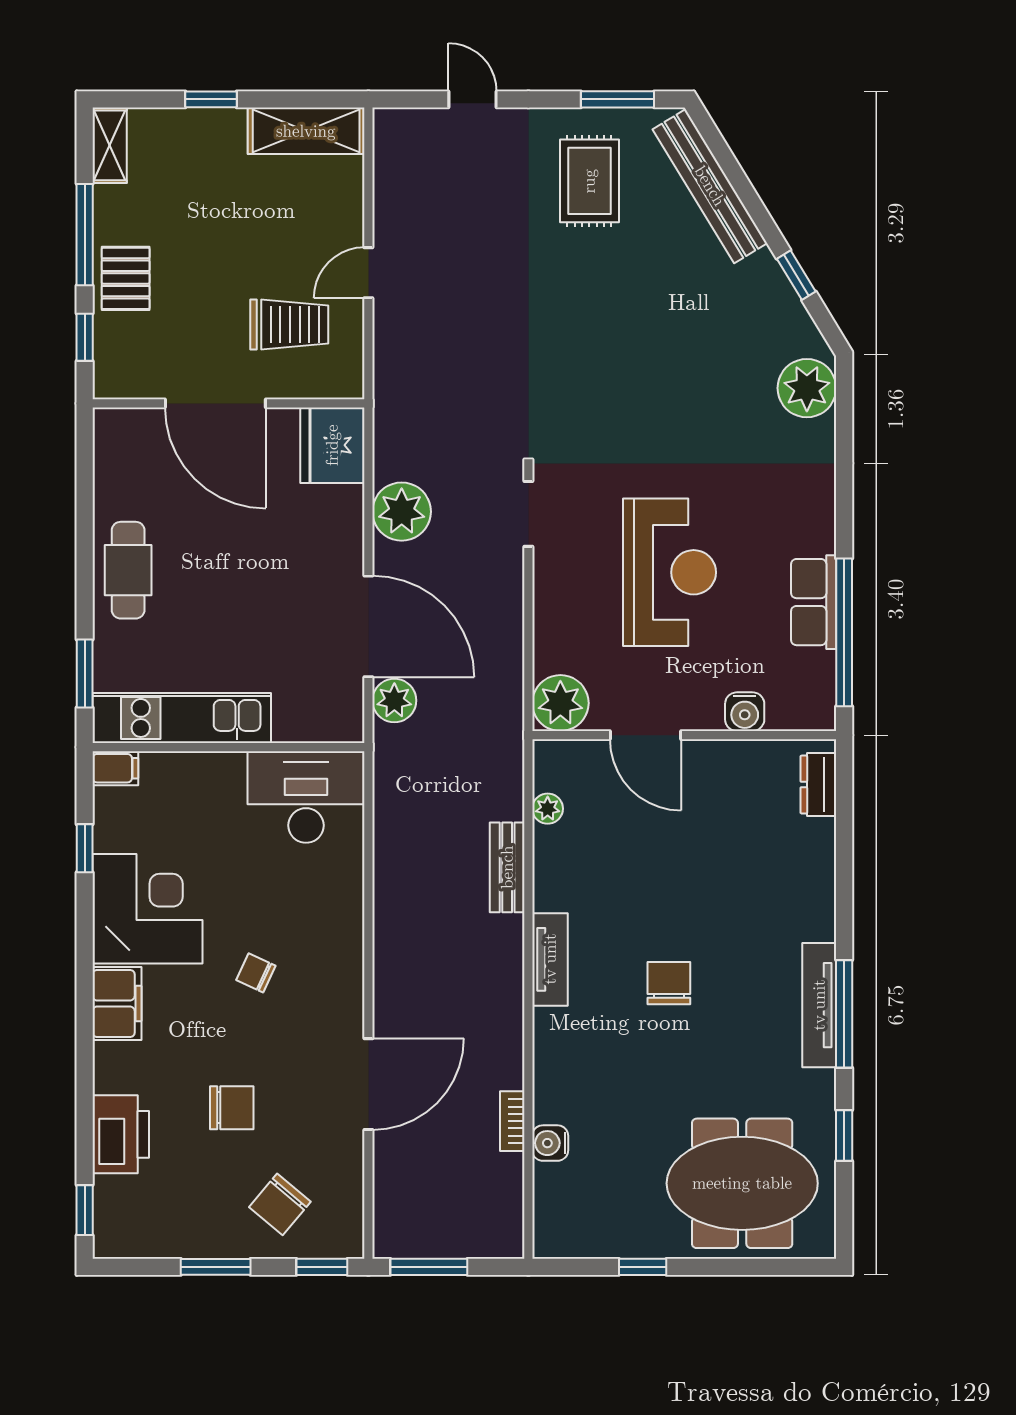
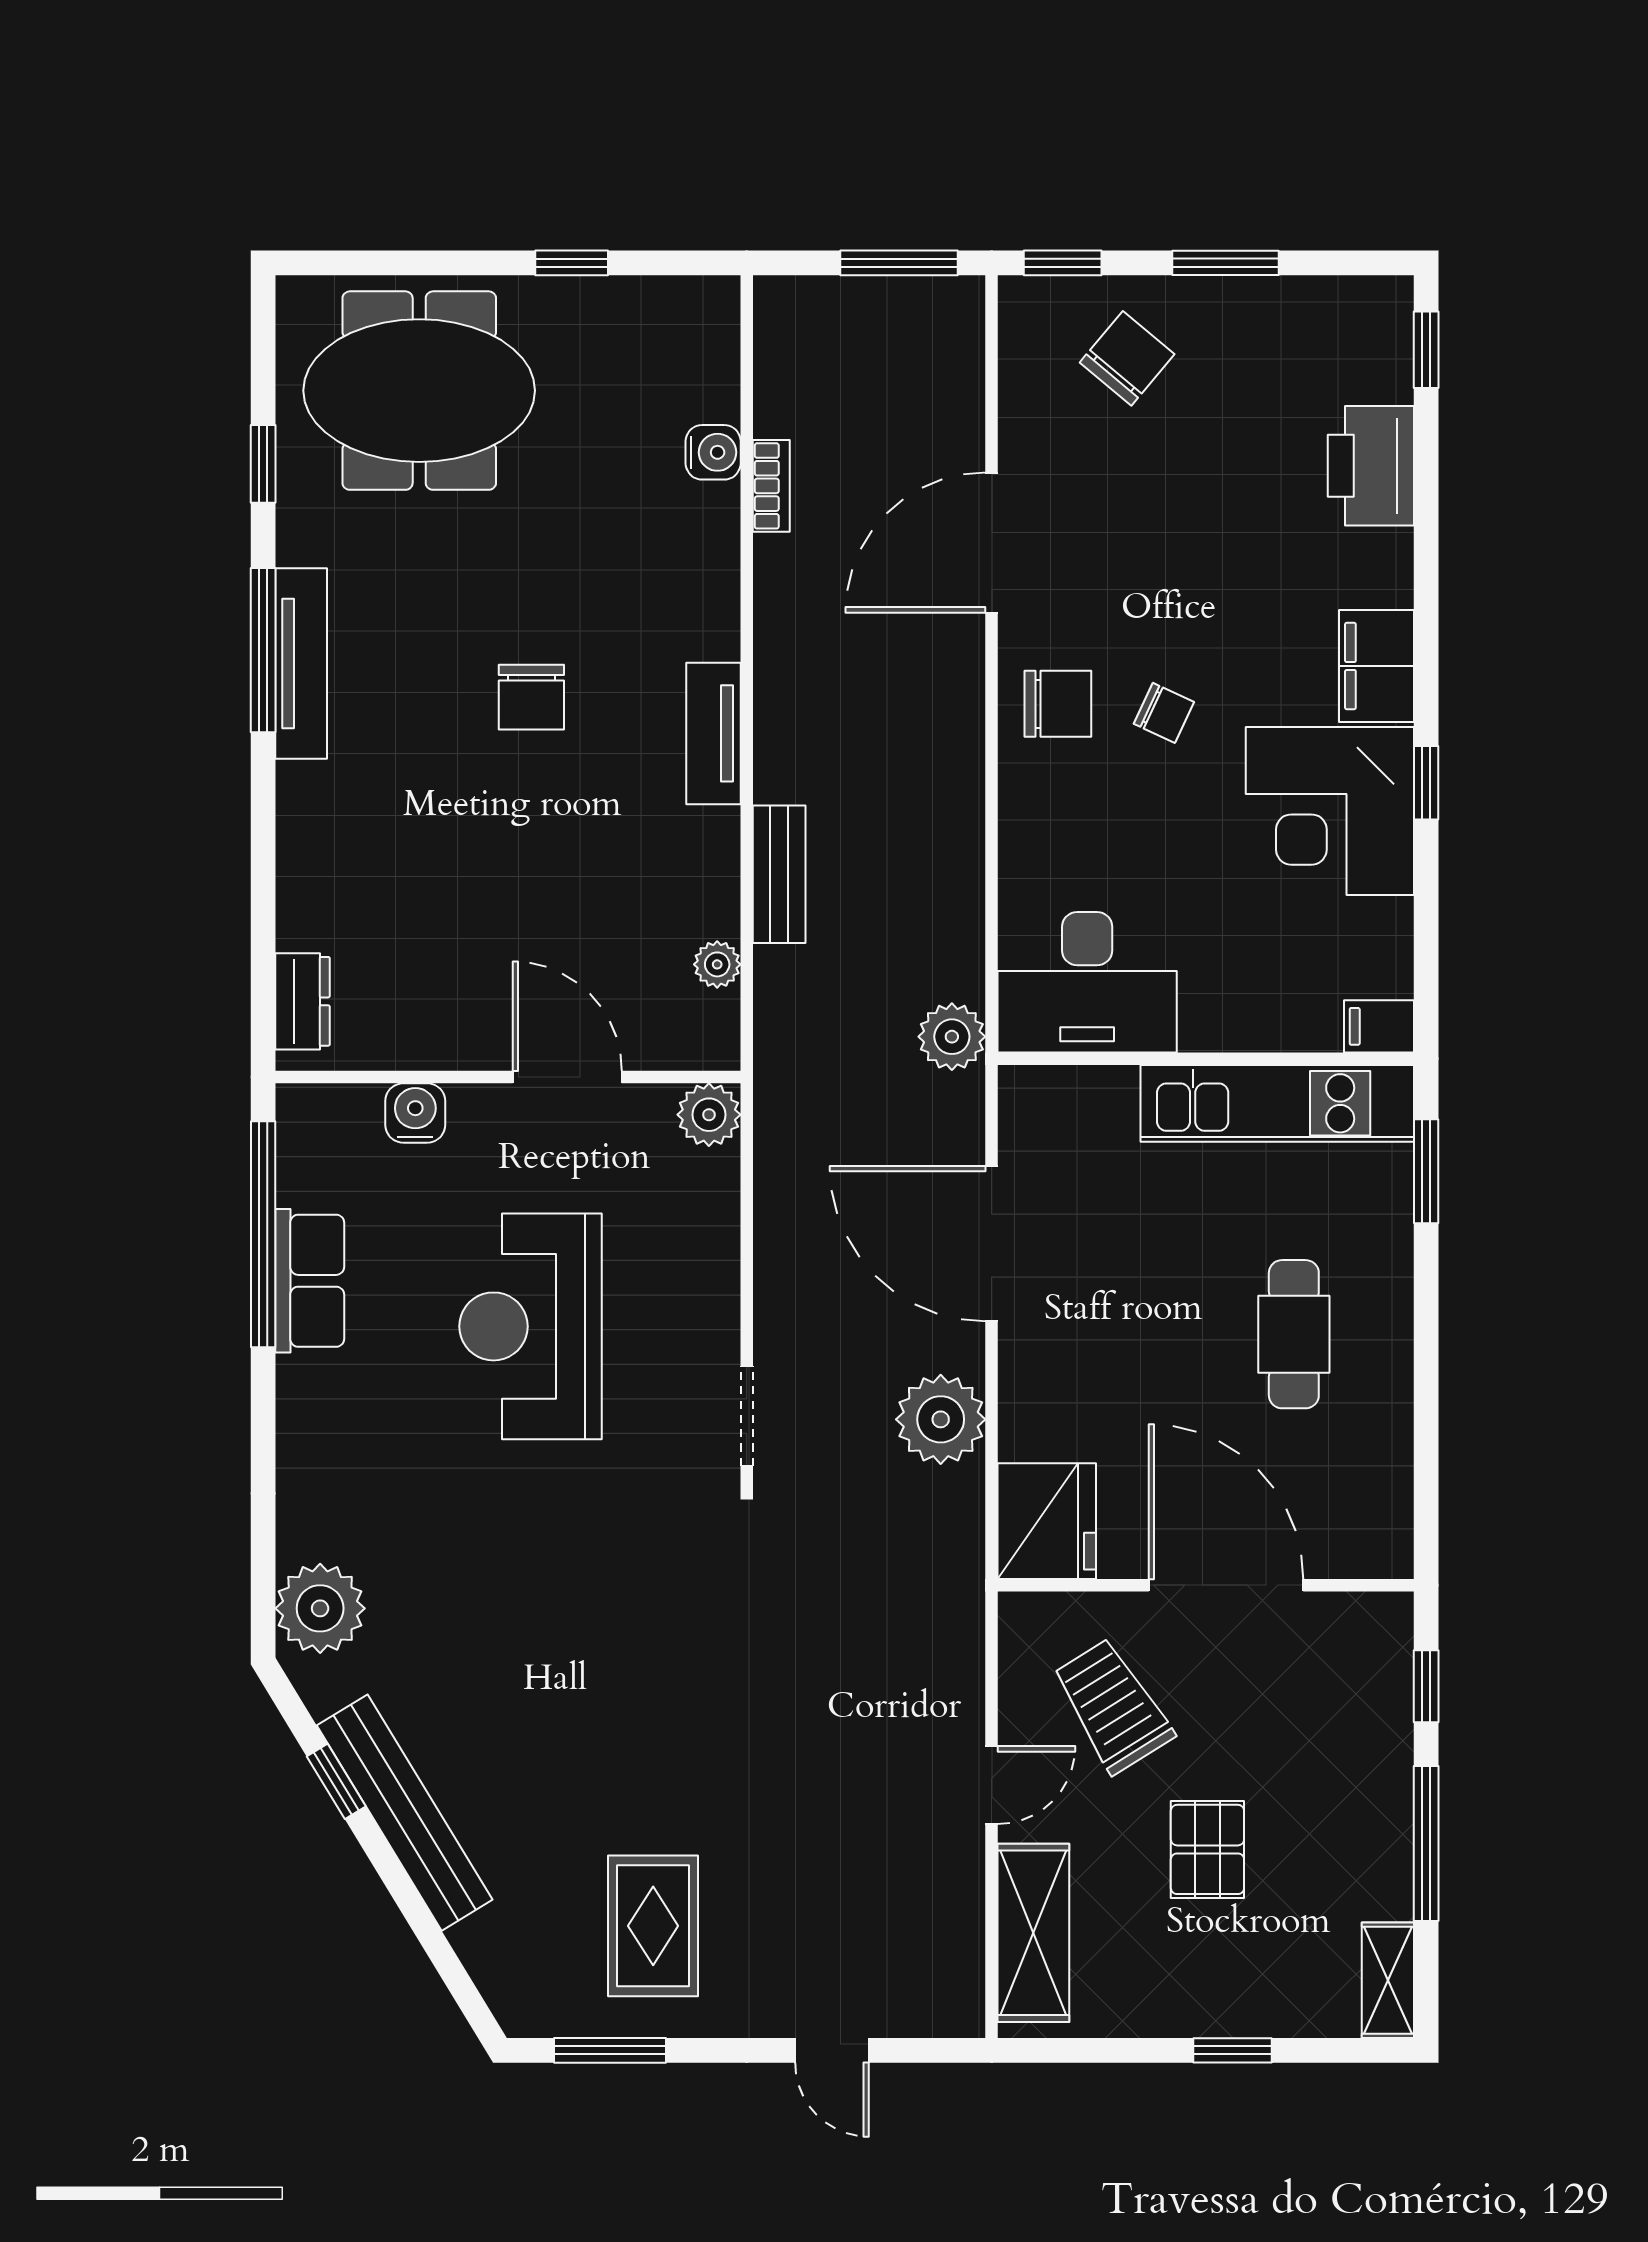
shelving: (306, 131) -> (1033, 1933), moved, turned 90
bench: (710, 186) -> (405, 1813), moved
pallet: (126, 278) -> (1207, 1849), moved
trolley: (289, 324) -> (1113, 1706), turned 58
cafe table: (128, 570) -> (1294, 1334), moved
plant: (394, 700) -> (952, 1037), moved
plant: (560, 703) -> (709, 1115), width x0.73, depth x0.73
window: (85, 848) -> (1426, 783), moved
chair: (232, 1108) -> (1058, 704), moved, turned 180

